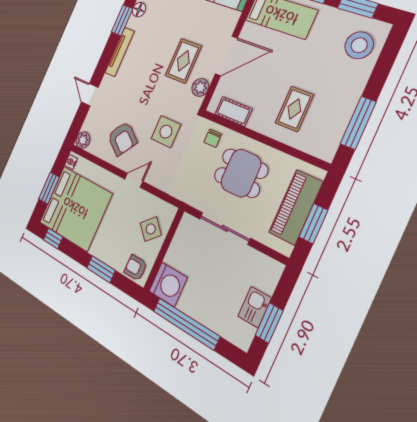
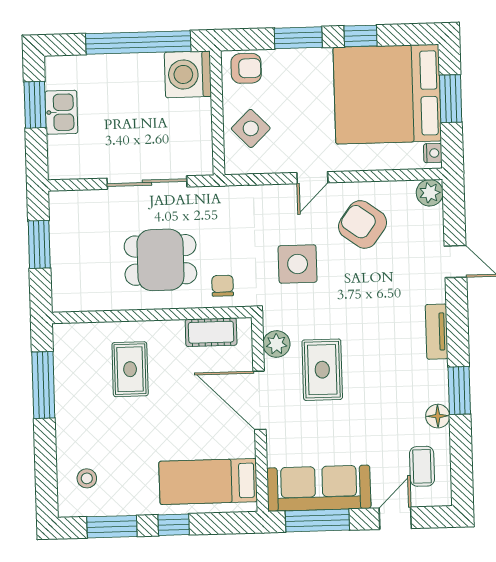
stool: (359, 45) -> (87, 478), width x0.53, depth x0.53
tv unit: (120, 52) -> (437, 332), width x0.71
door: (226, 56) -> (260, 400), hinge flipped
piano: (296, 207) -> (70, 253), removed
window: (53, 238) -> (361, 36), moved

